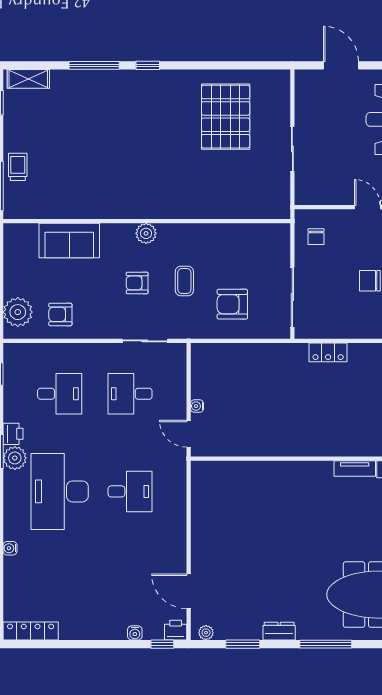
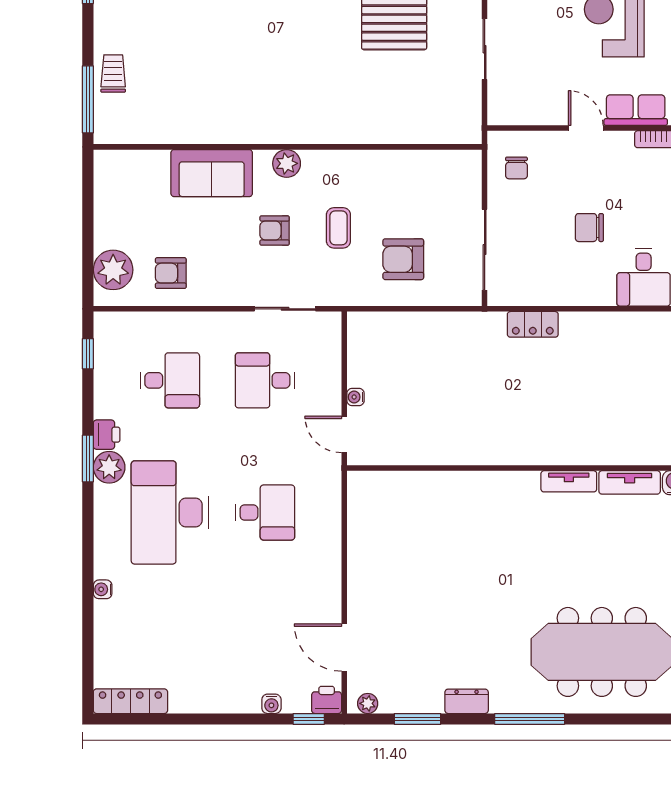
sofa: (69, 240) -> (212, 173), moved

